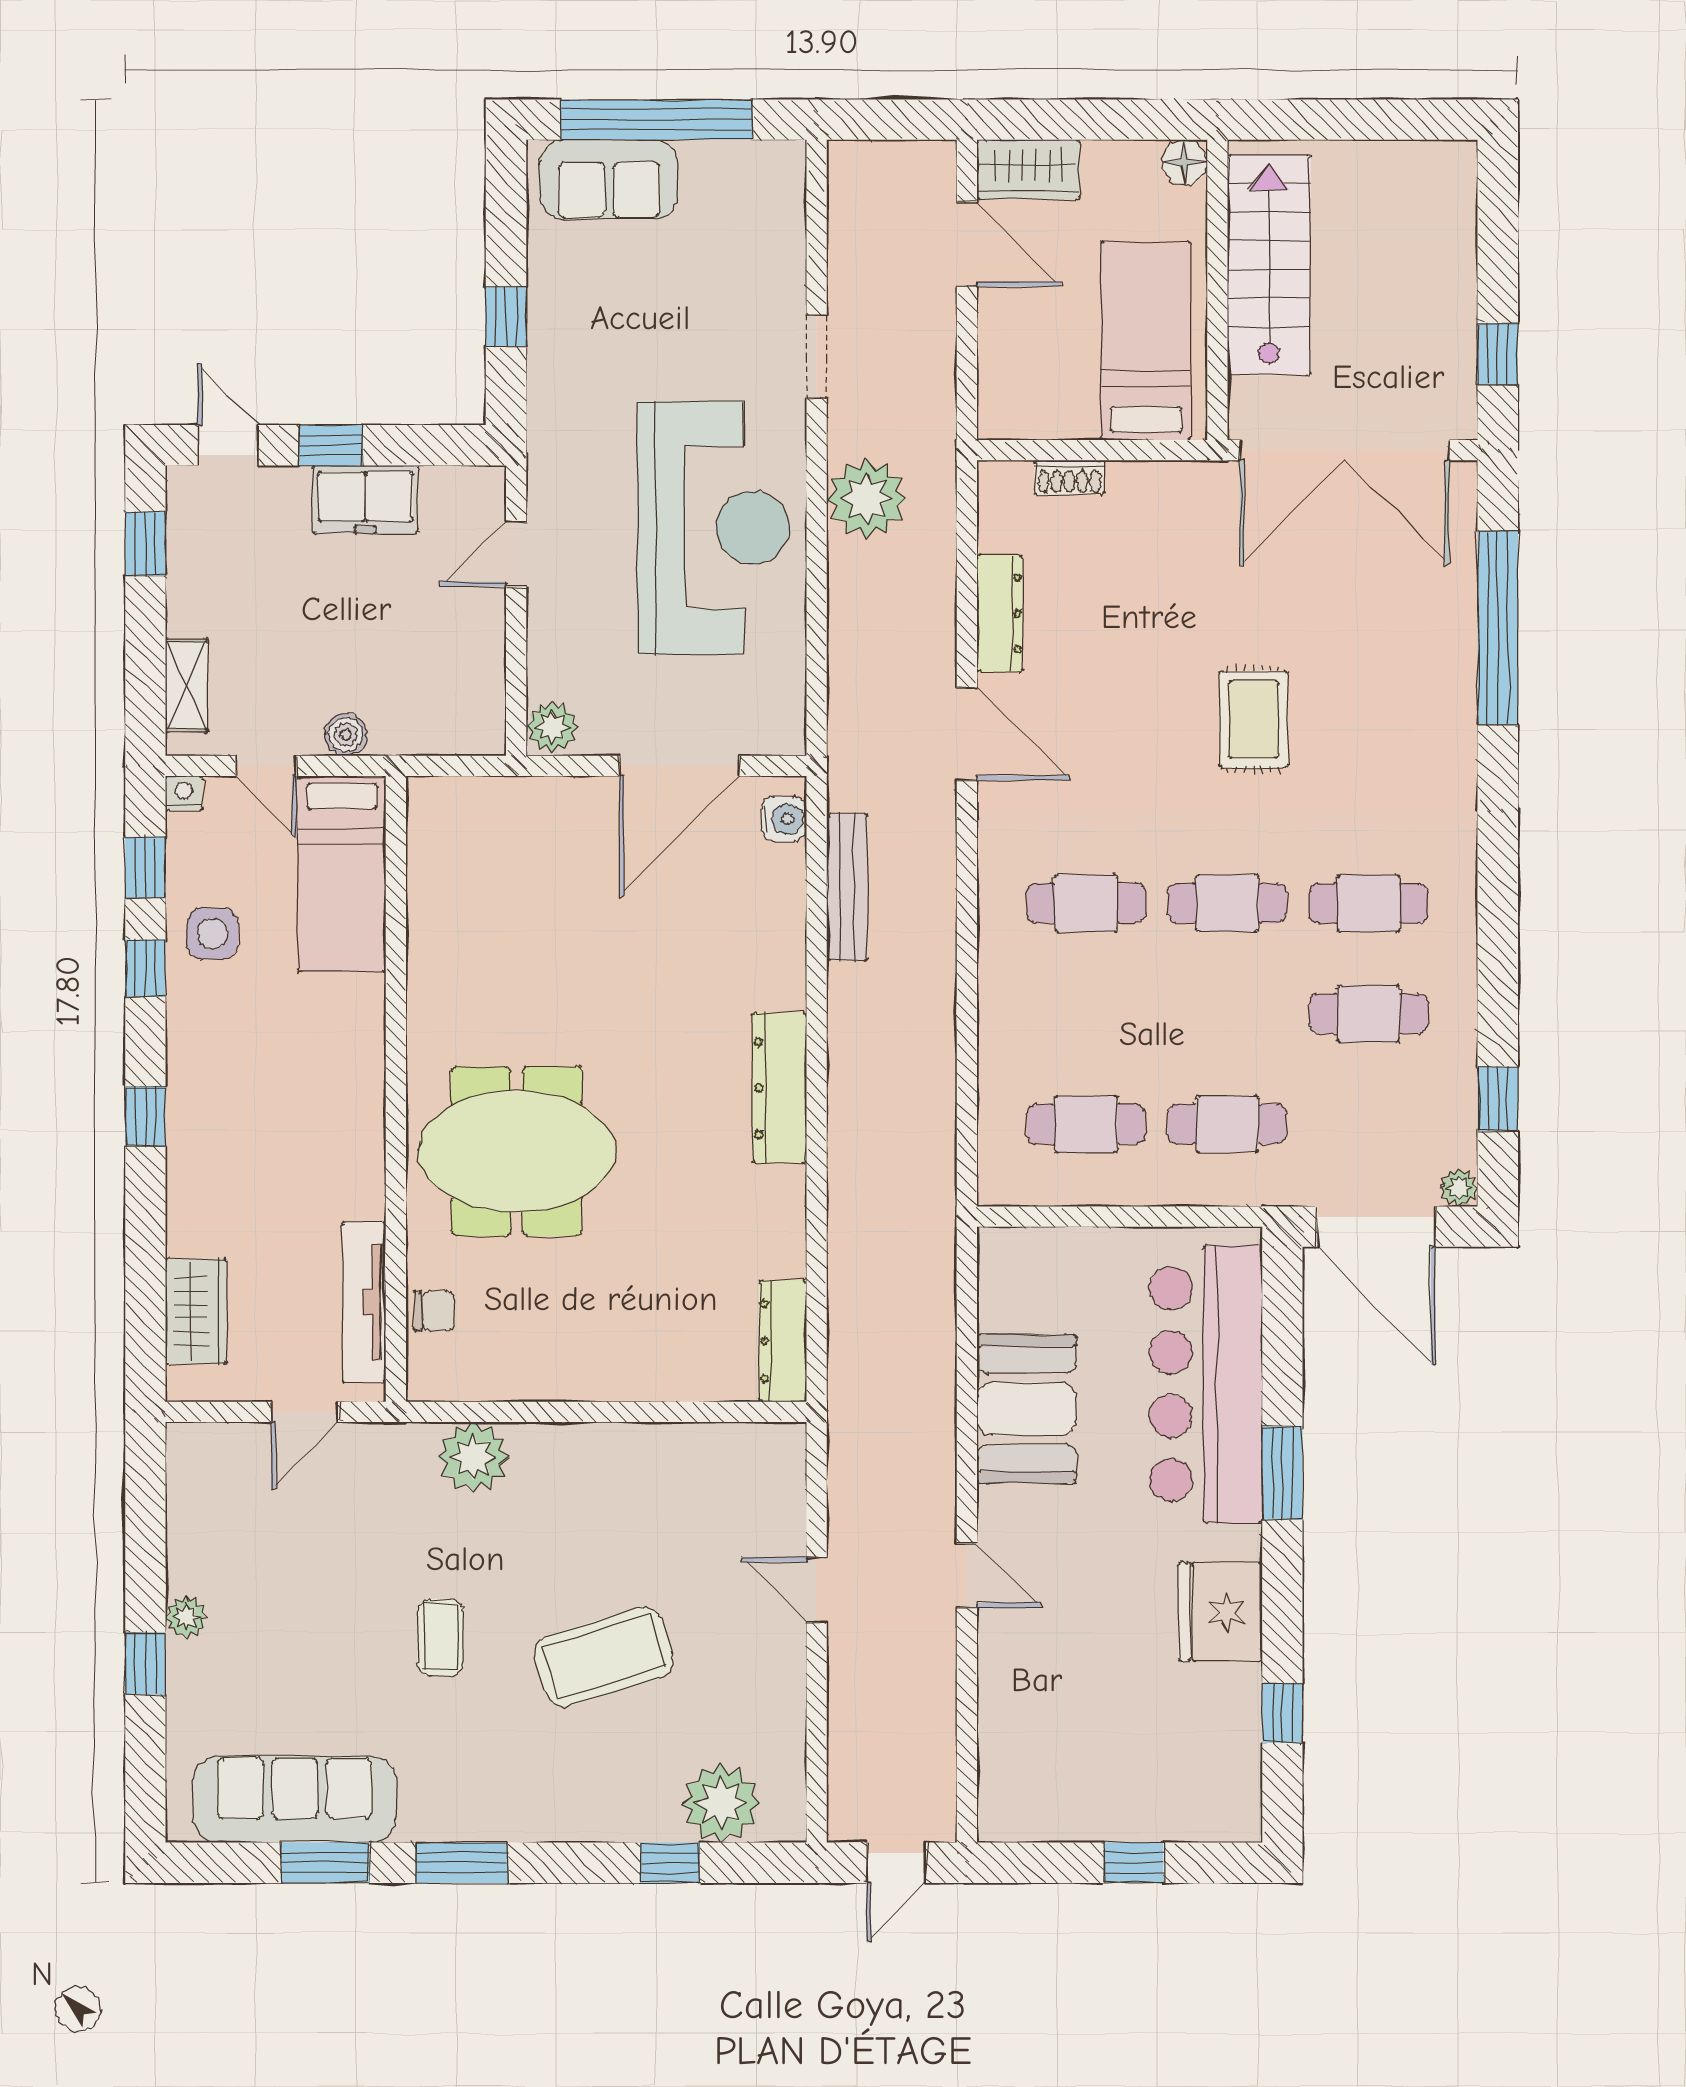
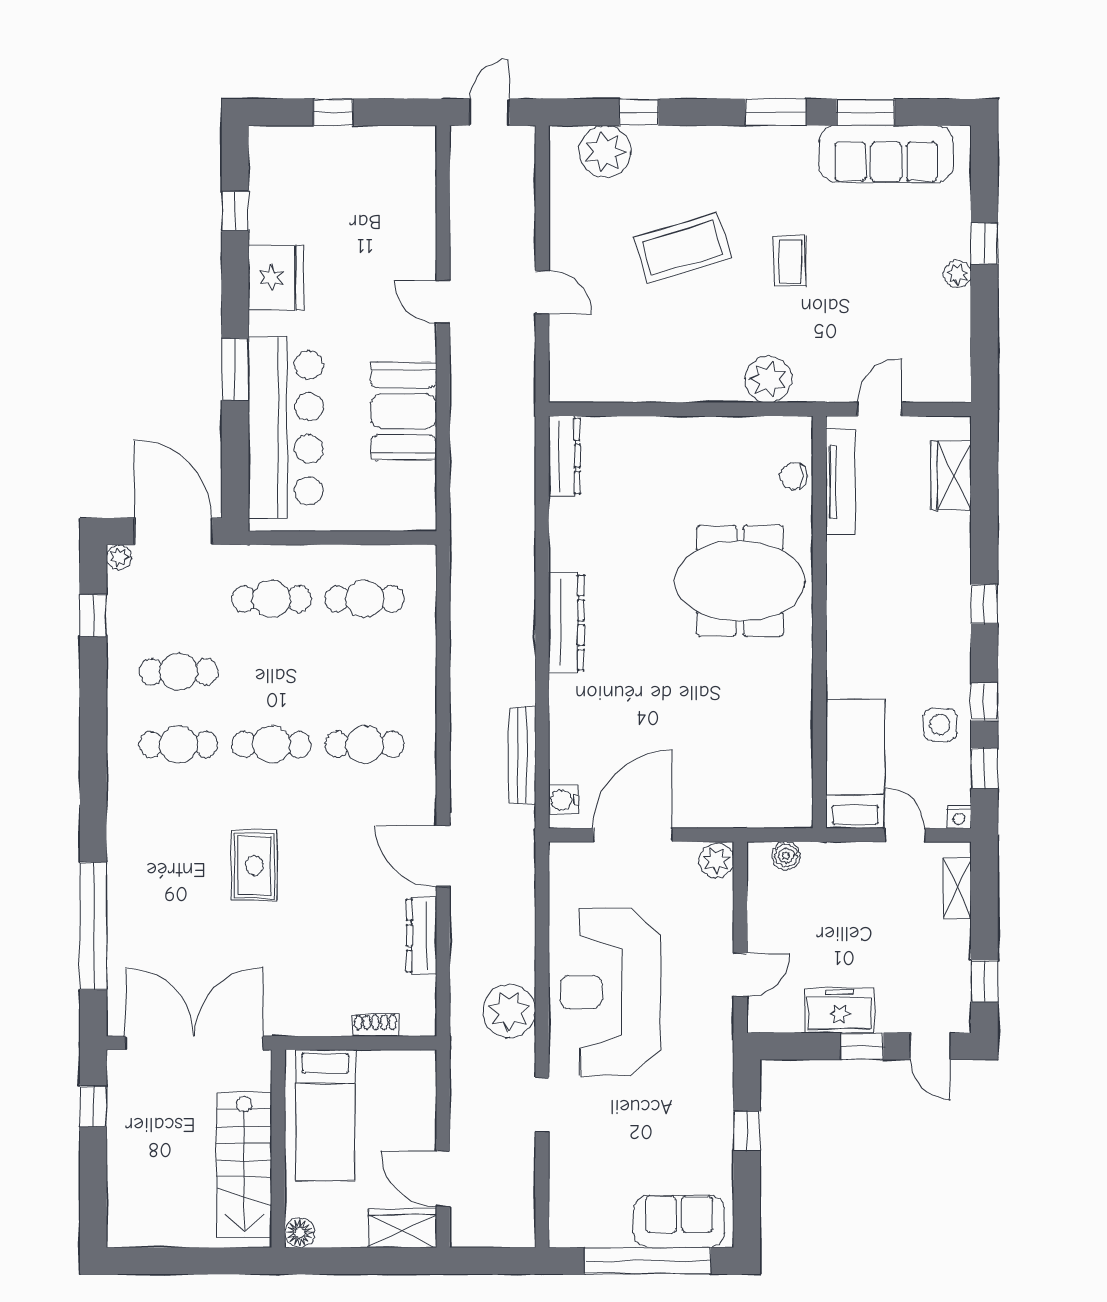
boiler: (346, 735) -> (786, 856), moved

